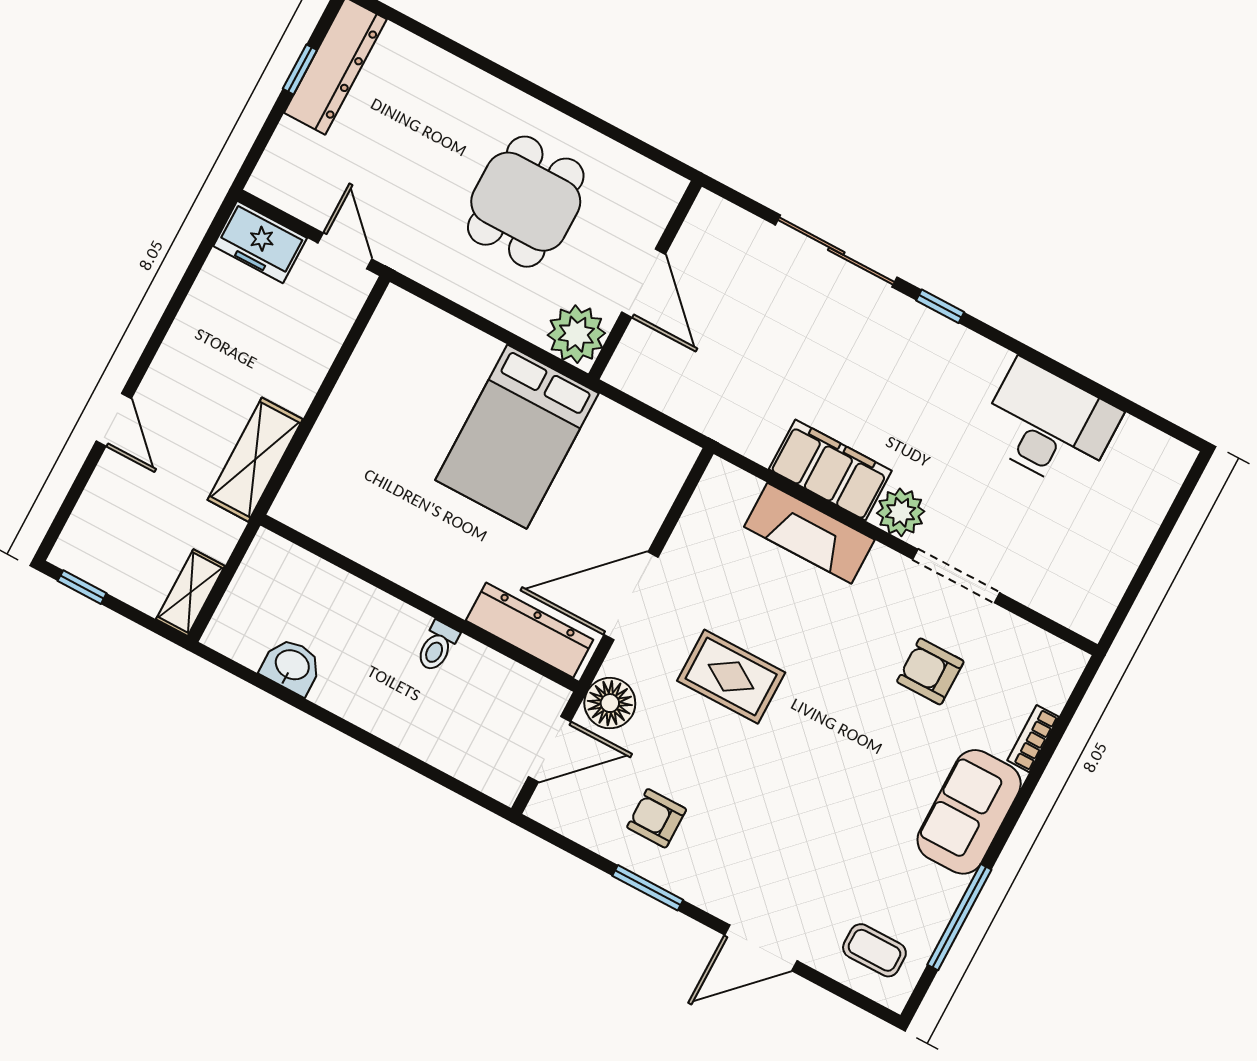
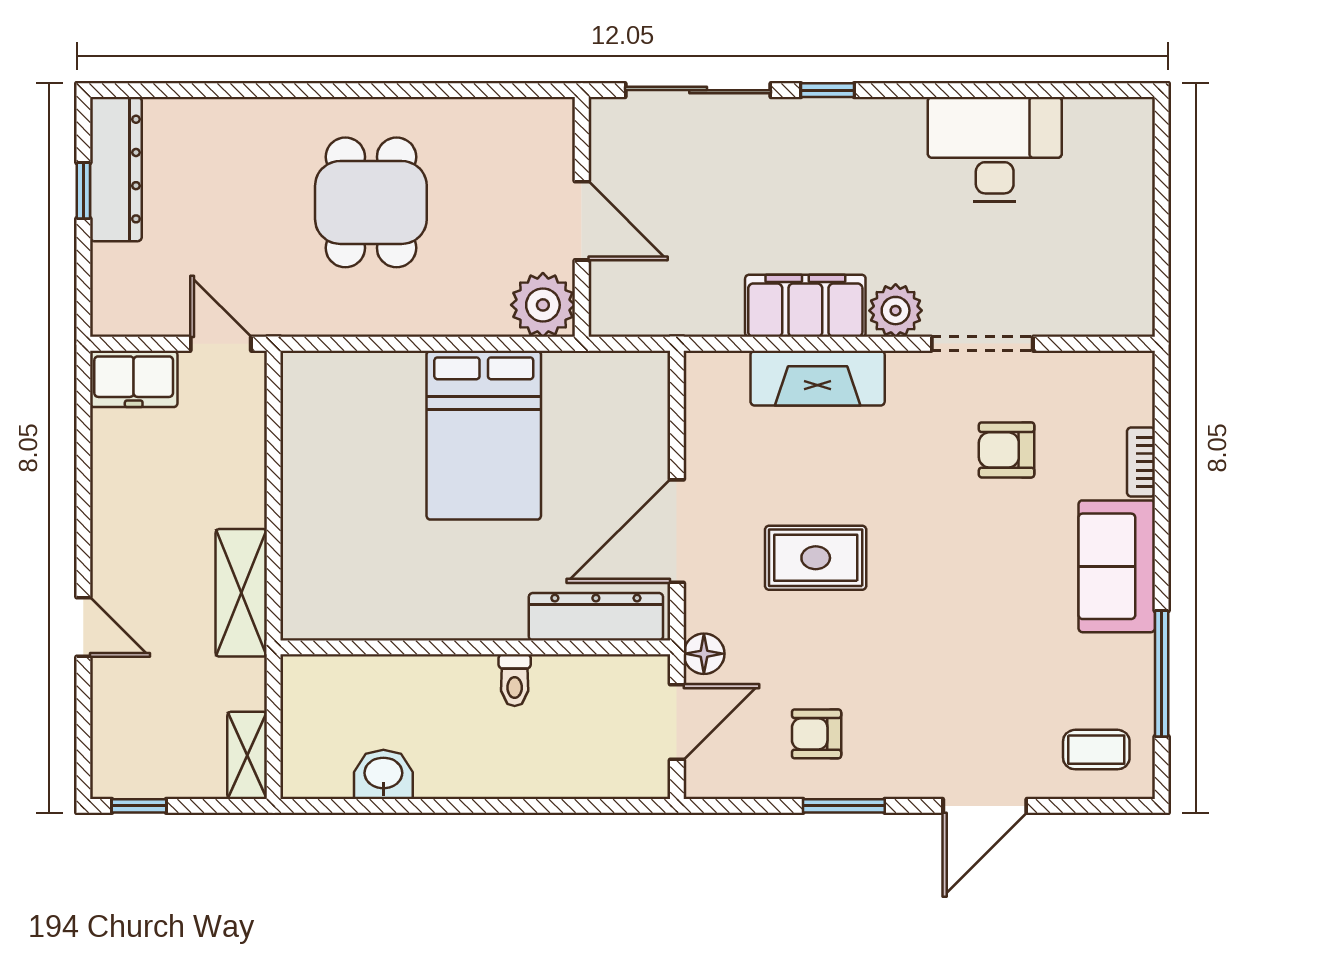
wall: (645, 280) -> (582, 217), moved
door: (643, 283) -> (582, 221), moved
plant: (576, 334) -> (543, 305), moved
floor lamp: (610, 703) -> (704, 654), width x0.73, depth x0.73

